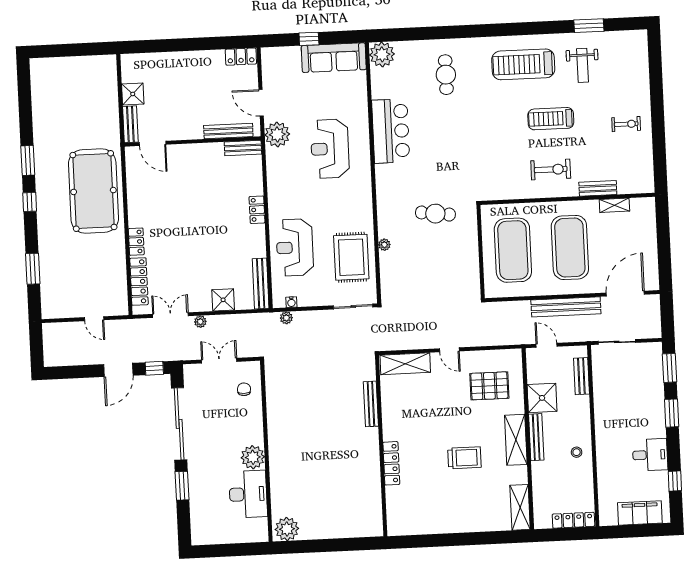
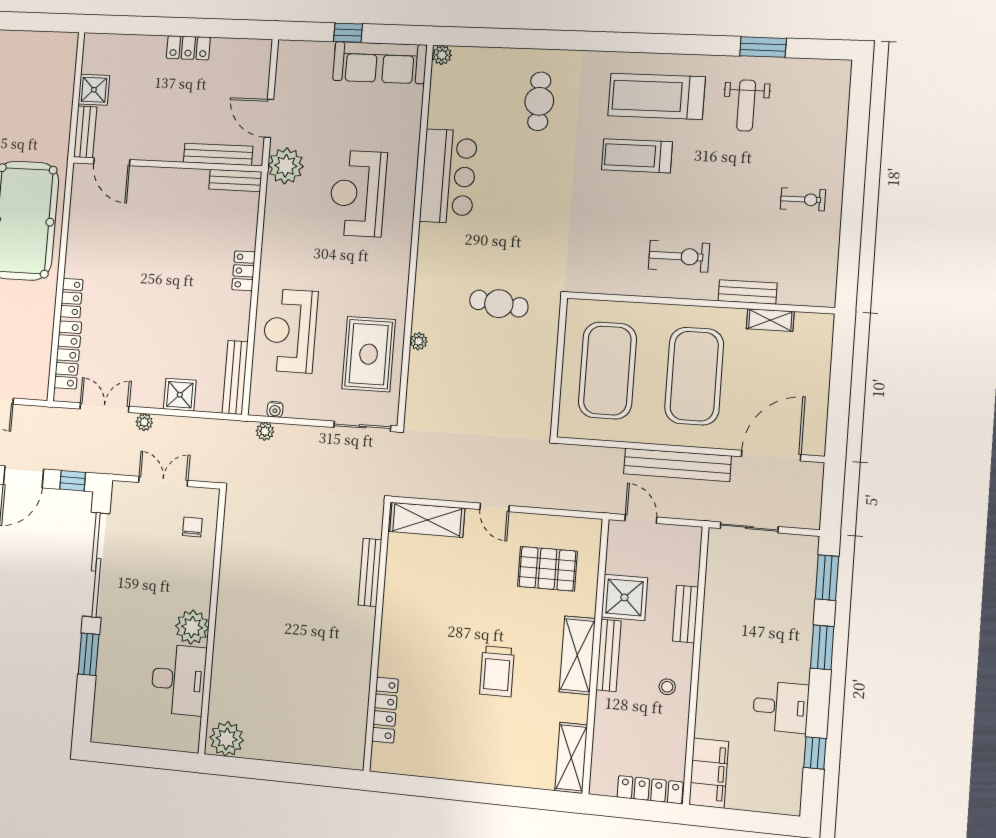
plant: (382, 54) -> (442, 55), width x0.53, depth x0.53
locker: (241, 57) -> (188, 48), moved
treadmill: (551, 119) -> (637, 156), moved
bench: (581, 376) -> (686, 614), moved
trolley: (464, 458) -> (497, 671), turned 90
locker: (391, 463) -> (385, 710), moved
filing cabinet: (640, 513) -> (709, 773), moved, turned 90

